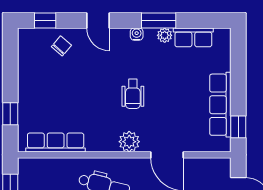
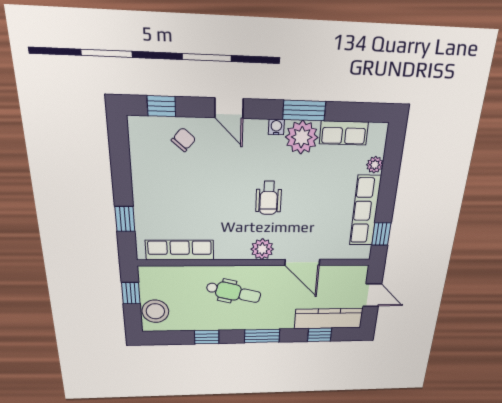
plant: (165, 35) -> (302, 137), width x1.88, depth x1.88
plant: (223, 63) -> (375, 165), added

